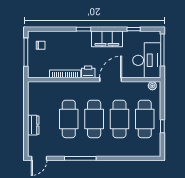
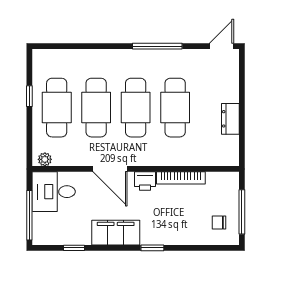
desk: (147, 60) -> (54, 192), width x0.73
door: (111, 80) -> (110, 169), hinge flipped
dresser: (33, 125) -> (230, 119), moved

